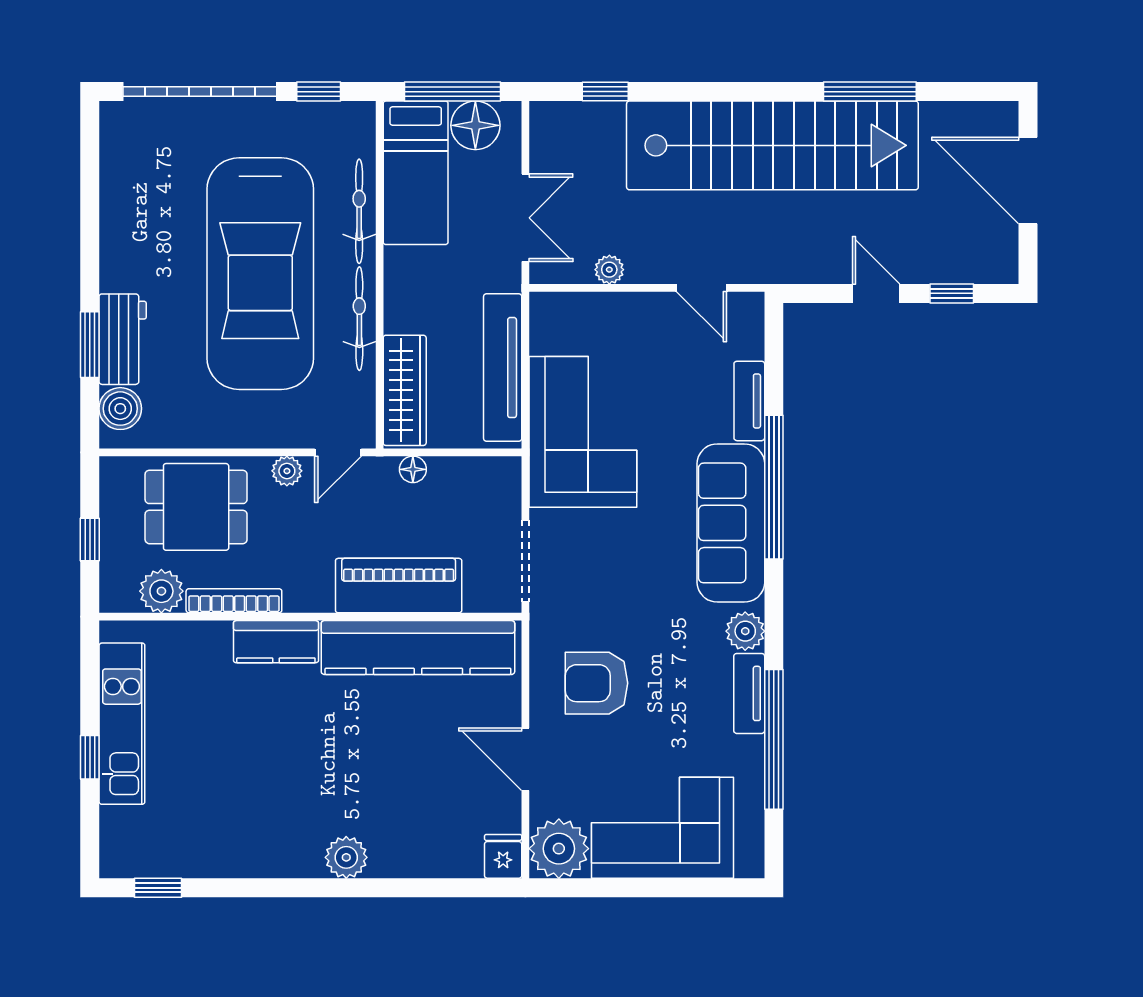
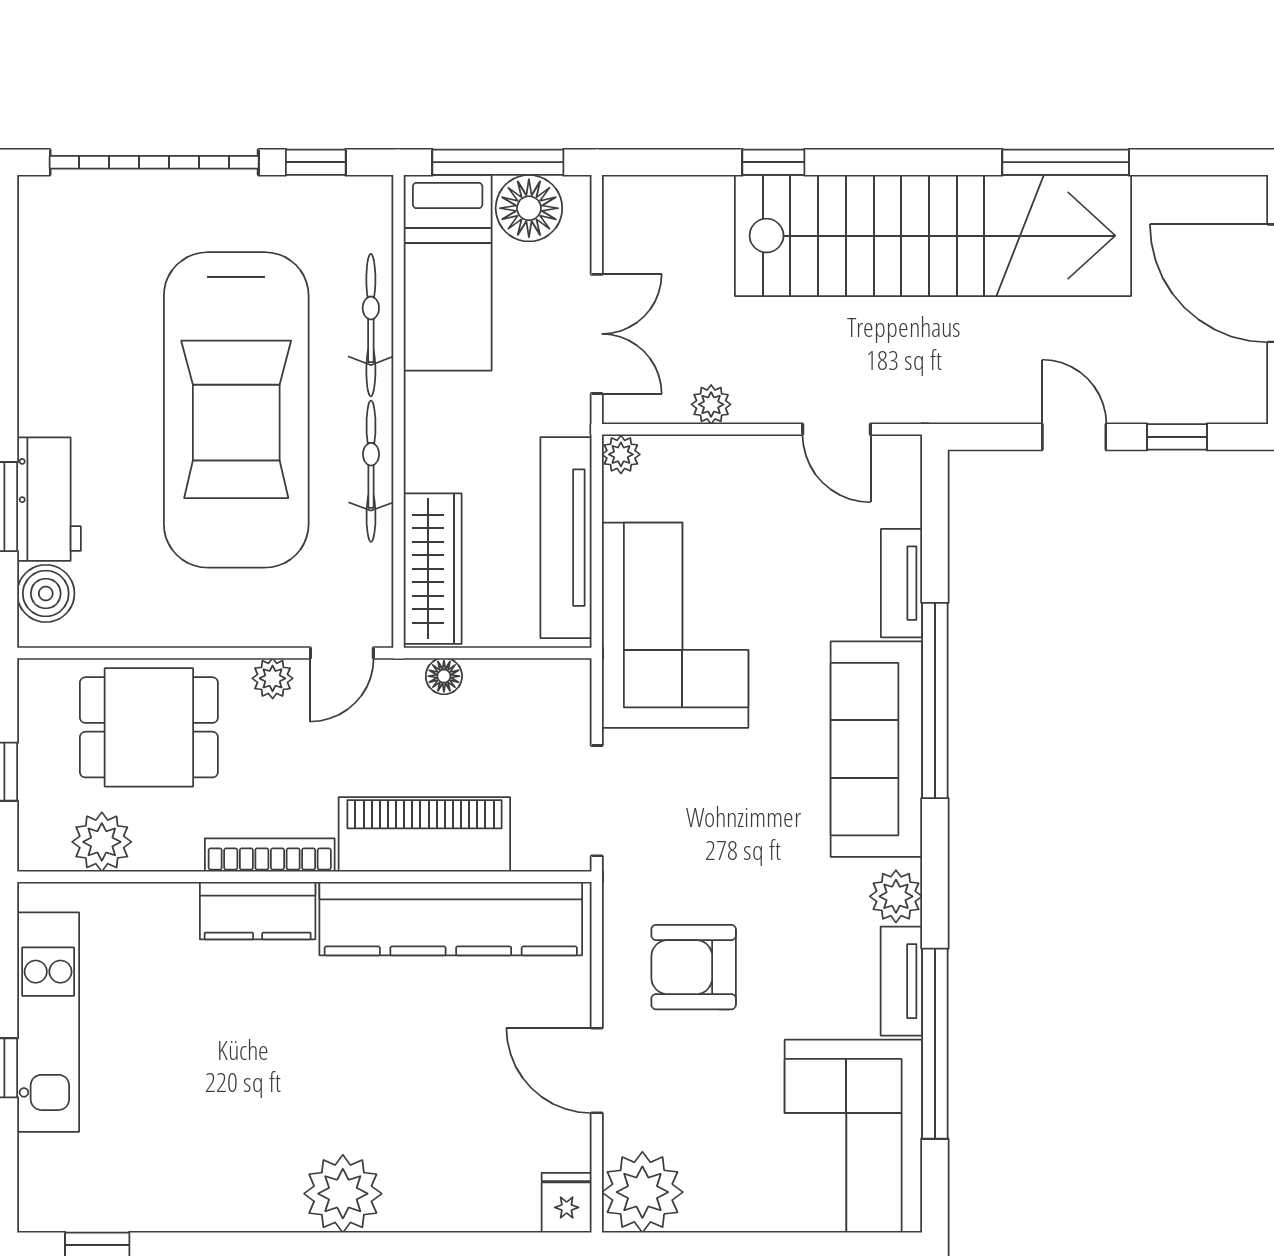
window: (605, 92) -> (773, 162), moved
plant: (543, 306) -> (621, 454), added
bookcase: (234, 601) -> (270, 855), moved
corner sofa: (663, 828) -> (853, 1136), moved, turned -90
plant: (346, 857) -> (343, 1194), width x1.36, depth x1.36

